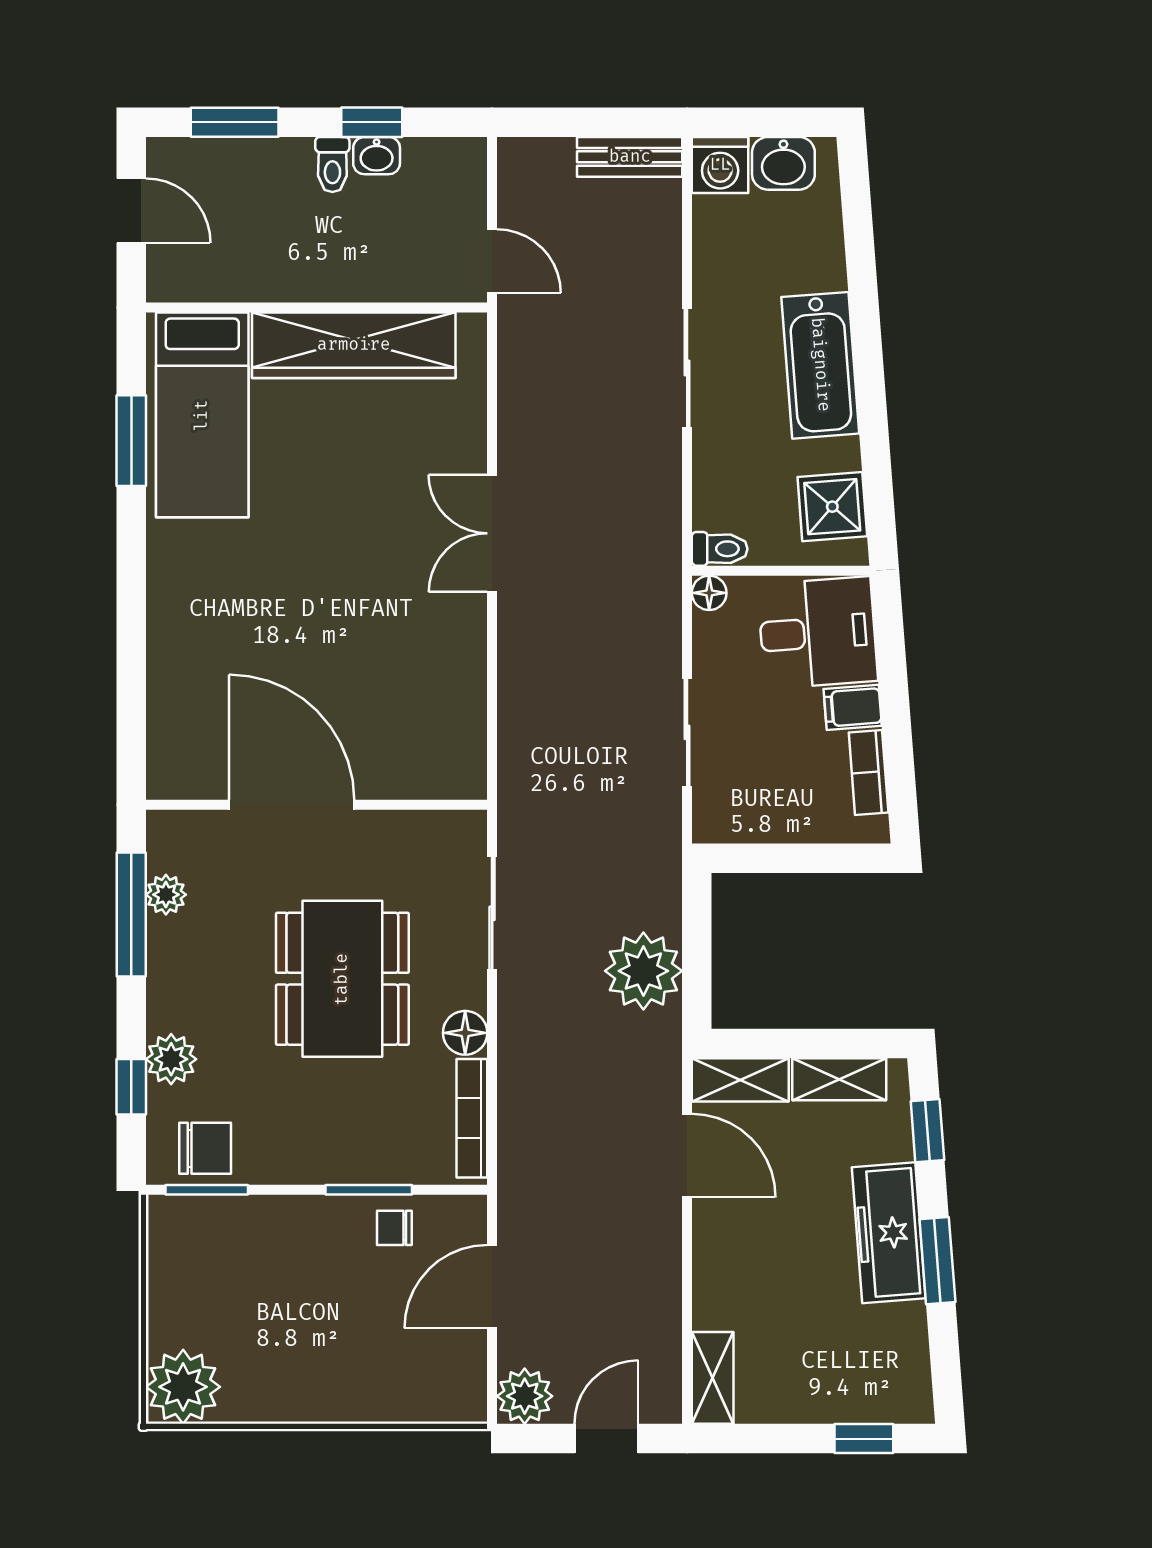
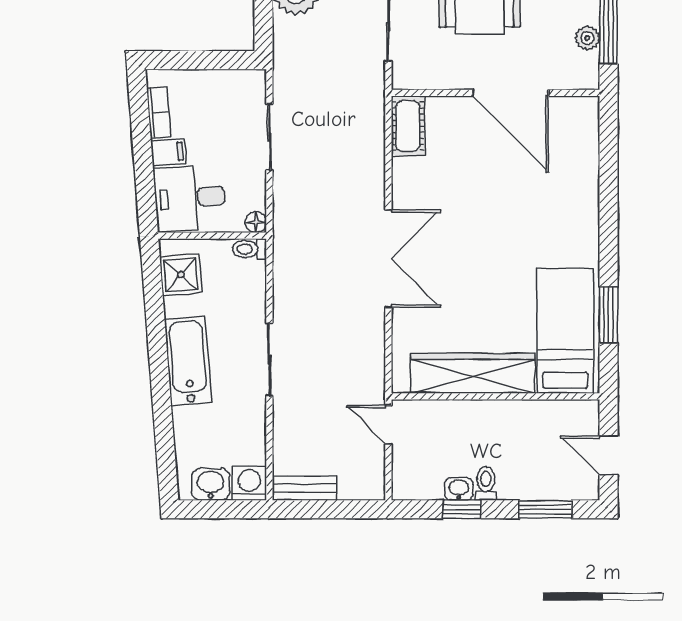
double door: (492, 533) -> (388, 258), width x1.37
cot: (460, 750) -> (408, 126), added

